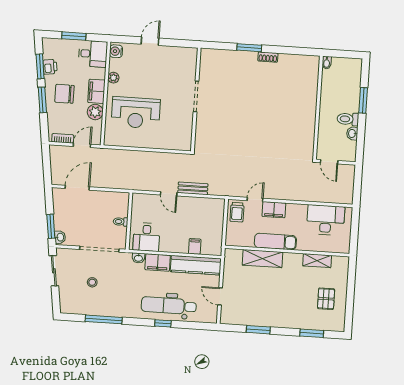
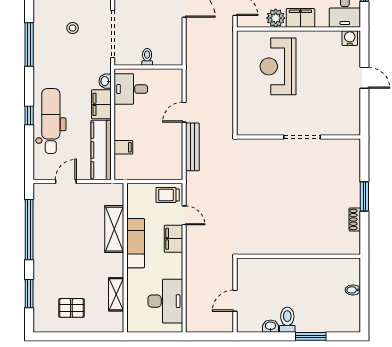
plant: (113, 78) -> (318, 37), removed
wall: (318, 108) -> (299, 256), moved
bench: (193, 188) -> (192, 147), width x1.36
window: (258, 330) -> (29, 230), width x2.11

